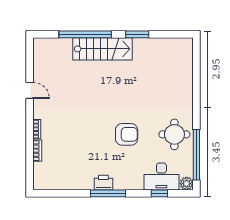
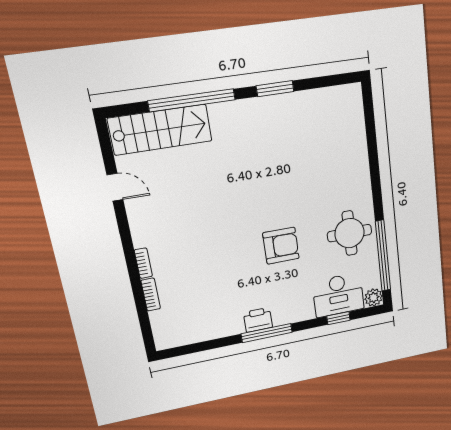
stairs: (102, 49) -> (160, 130), moved
door: (30, 90) -> (115, 187), moved

